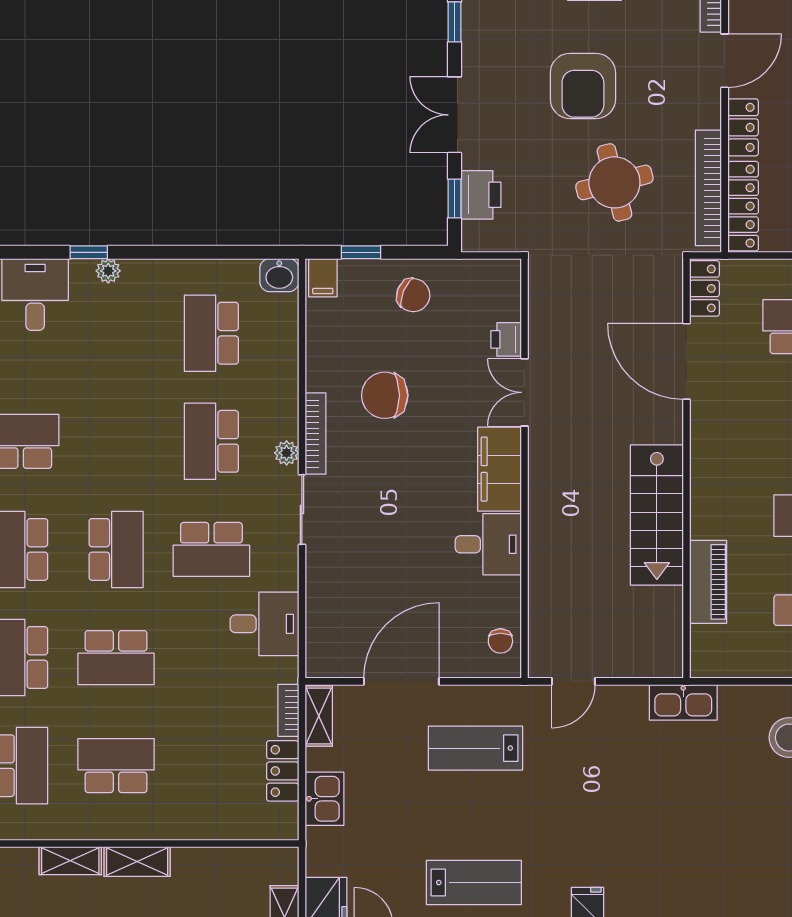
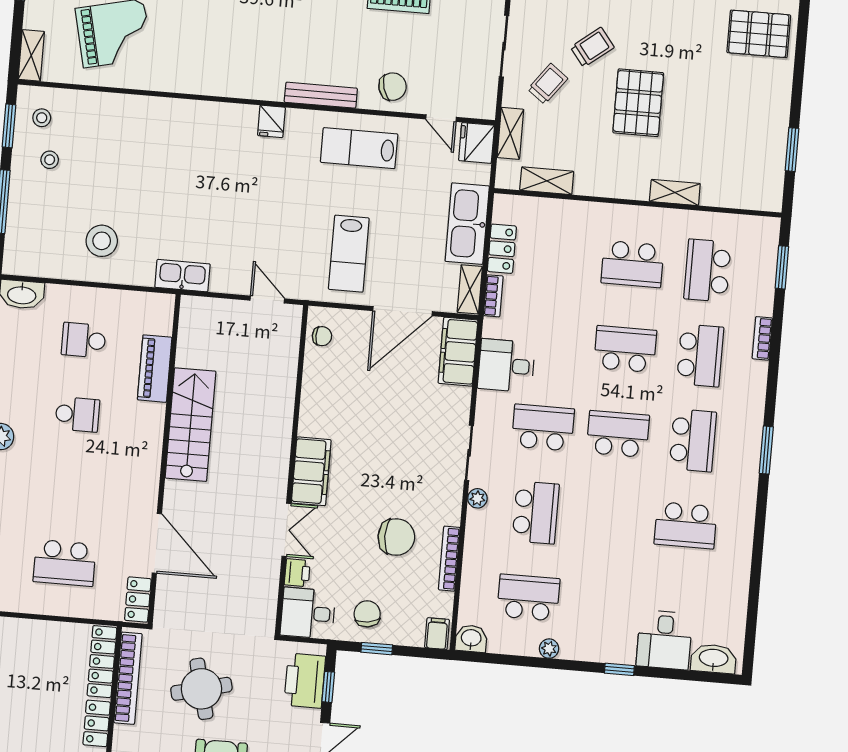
printer: (481, 195) -> (305, 681), width x1.37, depth x1.19
window: (361, 252) -> (377, 649), moved
plant: (108, 271) -> (549, 649), moved
chair: (413, 295) -> (367, 614), turned 59
school desk: (211, 333) -> (528, 597), turned -90
bookcase: (316, 434) -> (449, 559), moved
desk: (488, 544) -> (308, 613), moved
school desk: (116, 549) -> (618, 434), turned 90
filing cabinet: (327, 636) -> (458, 352), added
chair: (500, 641) -> (322, 336), turned 90
door: (573, 681) -> (267, 299), hinge flipped
lab bench: (475, 748) -> (349, 254), turned 90
kitchen sink: (324, 799) -> (467, 224), width x1.88, depth x1.24
shelving: (137, 862) -> (547, 181), moved

